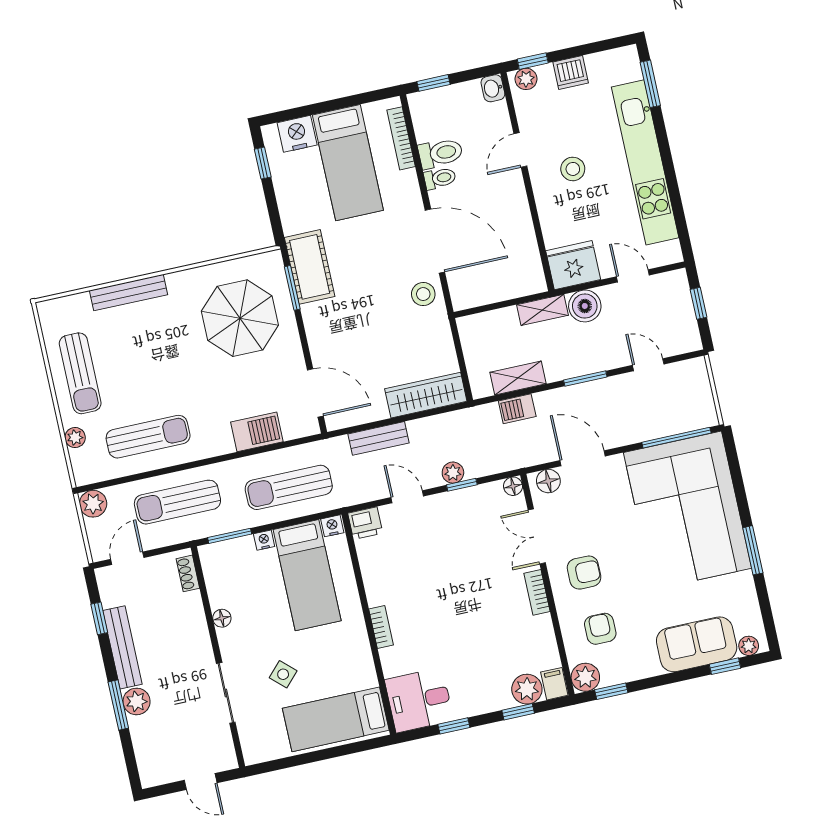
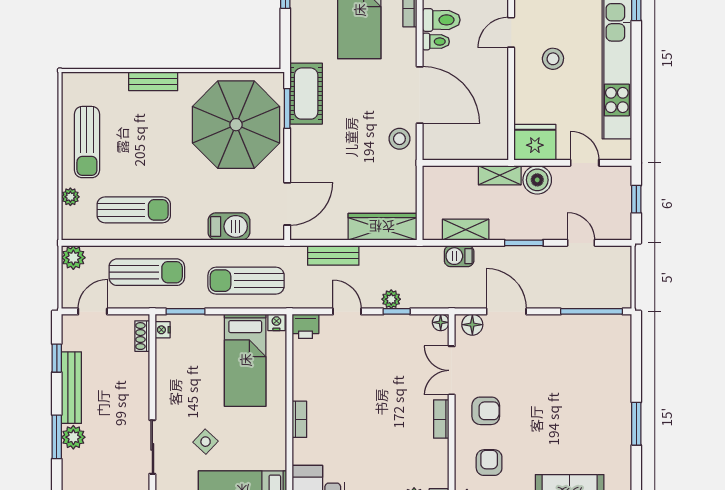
bench: (129, 293) -> (153, 81), width x0.73
parasol: (240, 318) -> (236, 125), width x1.36, depth x1.36
door: (315, 393) -> (287, 204), hinge flipped
sun lounger: (177, 502) -> (147, 272), turned 180
corner sofa: (687, 510) -> (587, 377), removed
nightstand: (264, 540) -> (163, 330), moved, turned -90
floor lamp: (222, 618) -> (163, 381), removed

